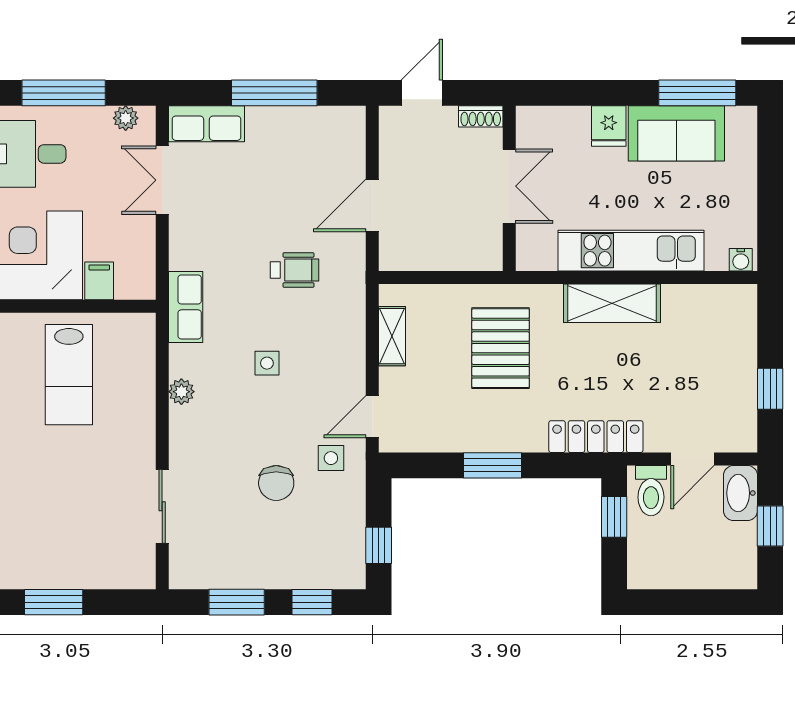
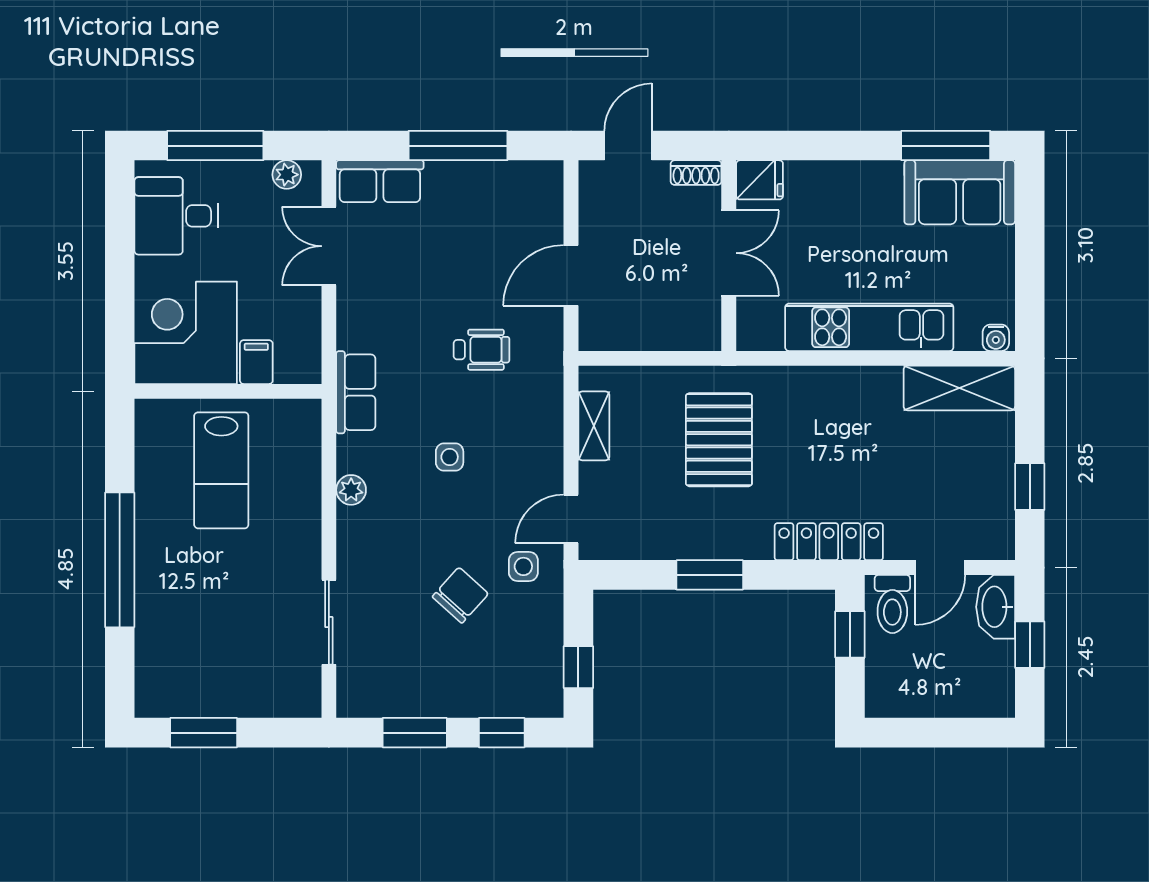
fridge: (609, 126) -> (760, 180), moved, turned -90
sofa: (676, 133) -> (960, 192), moved
shelving: (612, 303) -> (959, 388), moved
chair: (276, 483) -> (460, 595), turned -138

